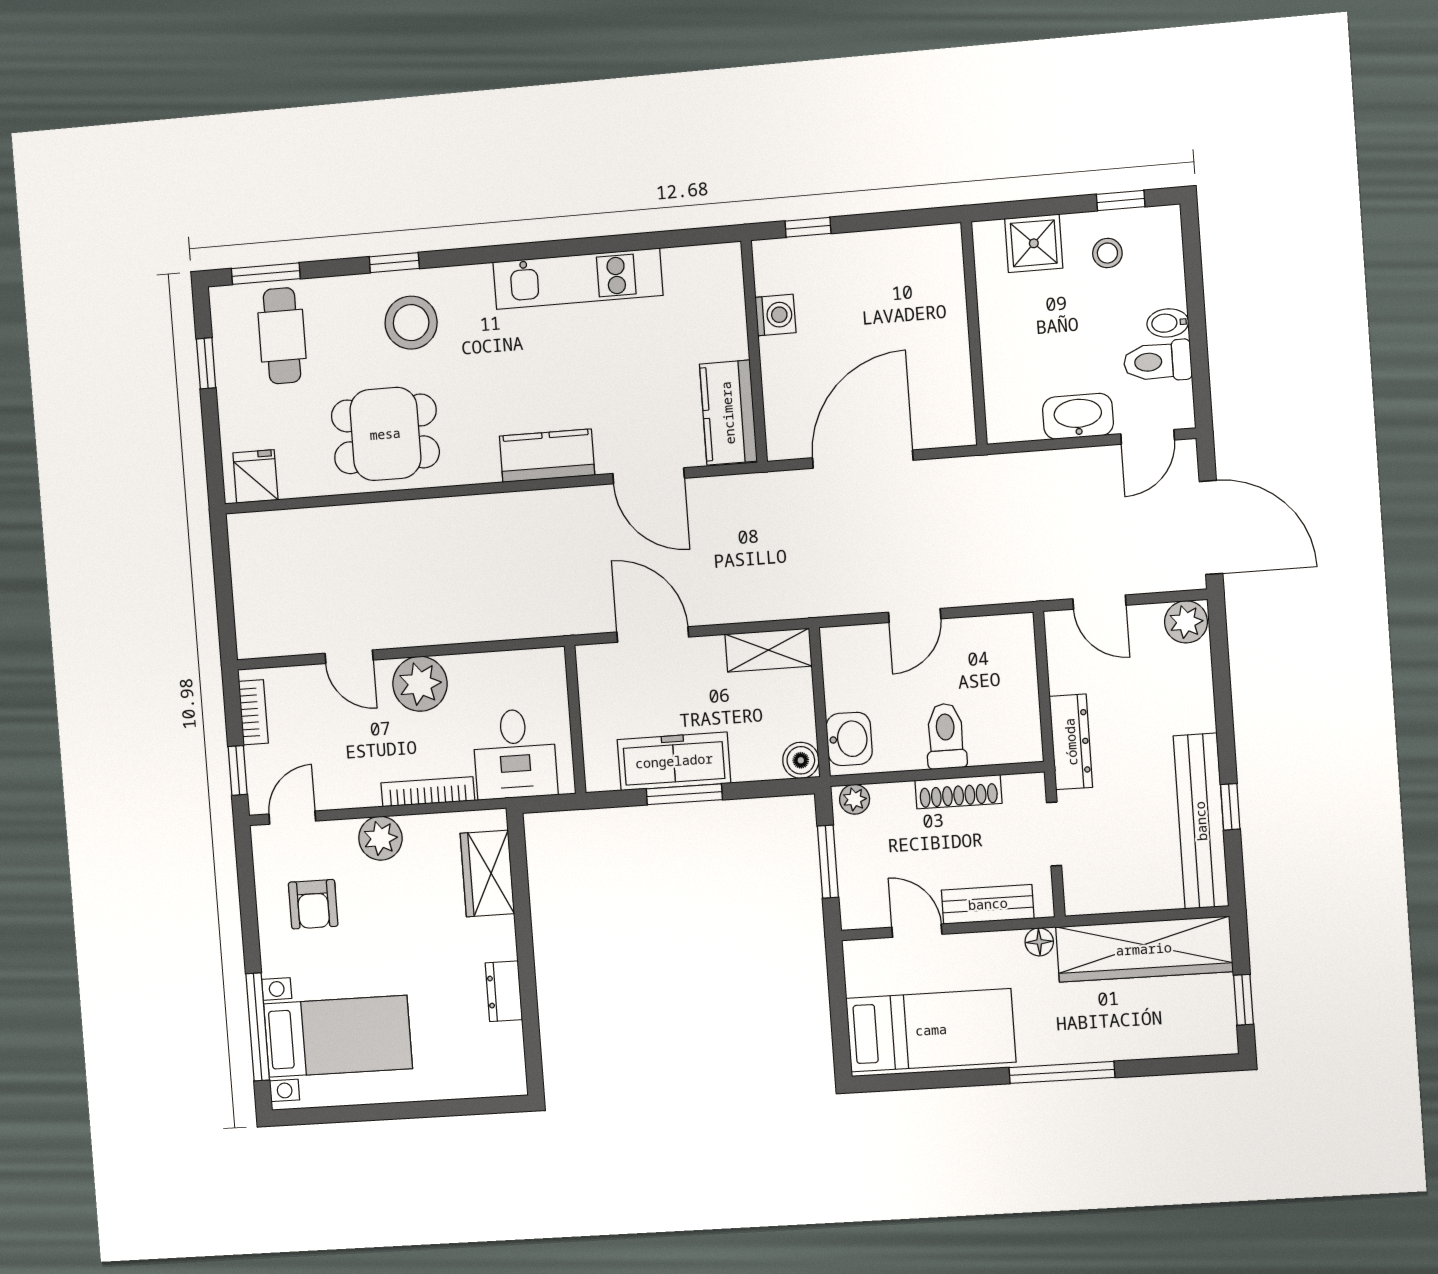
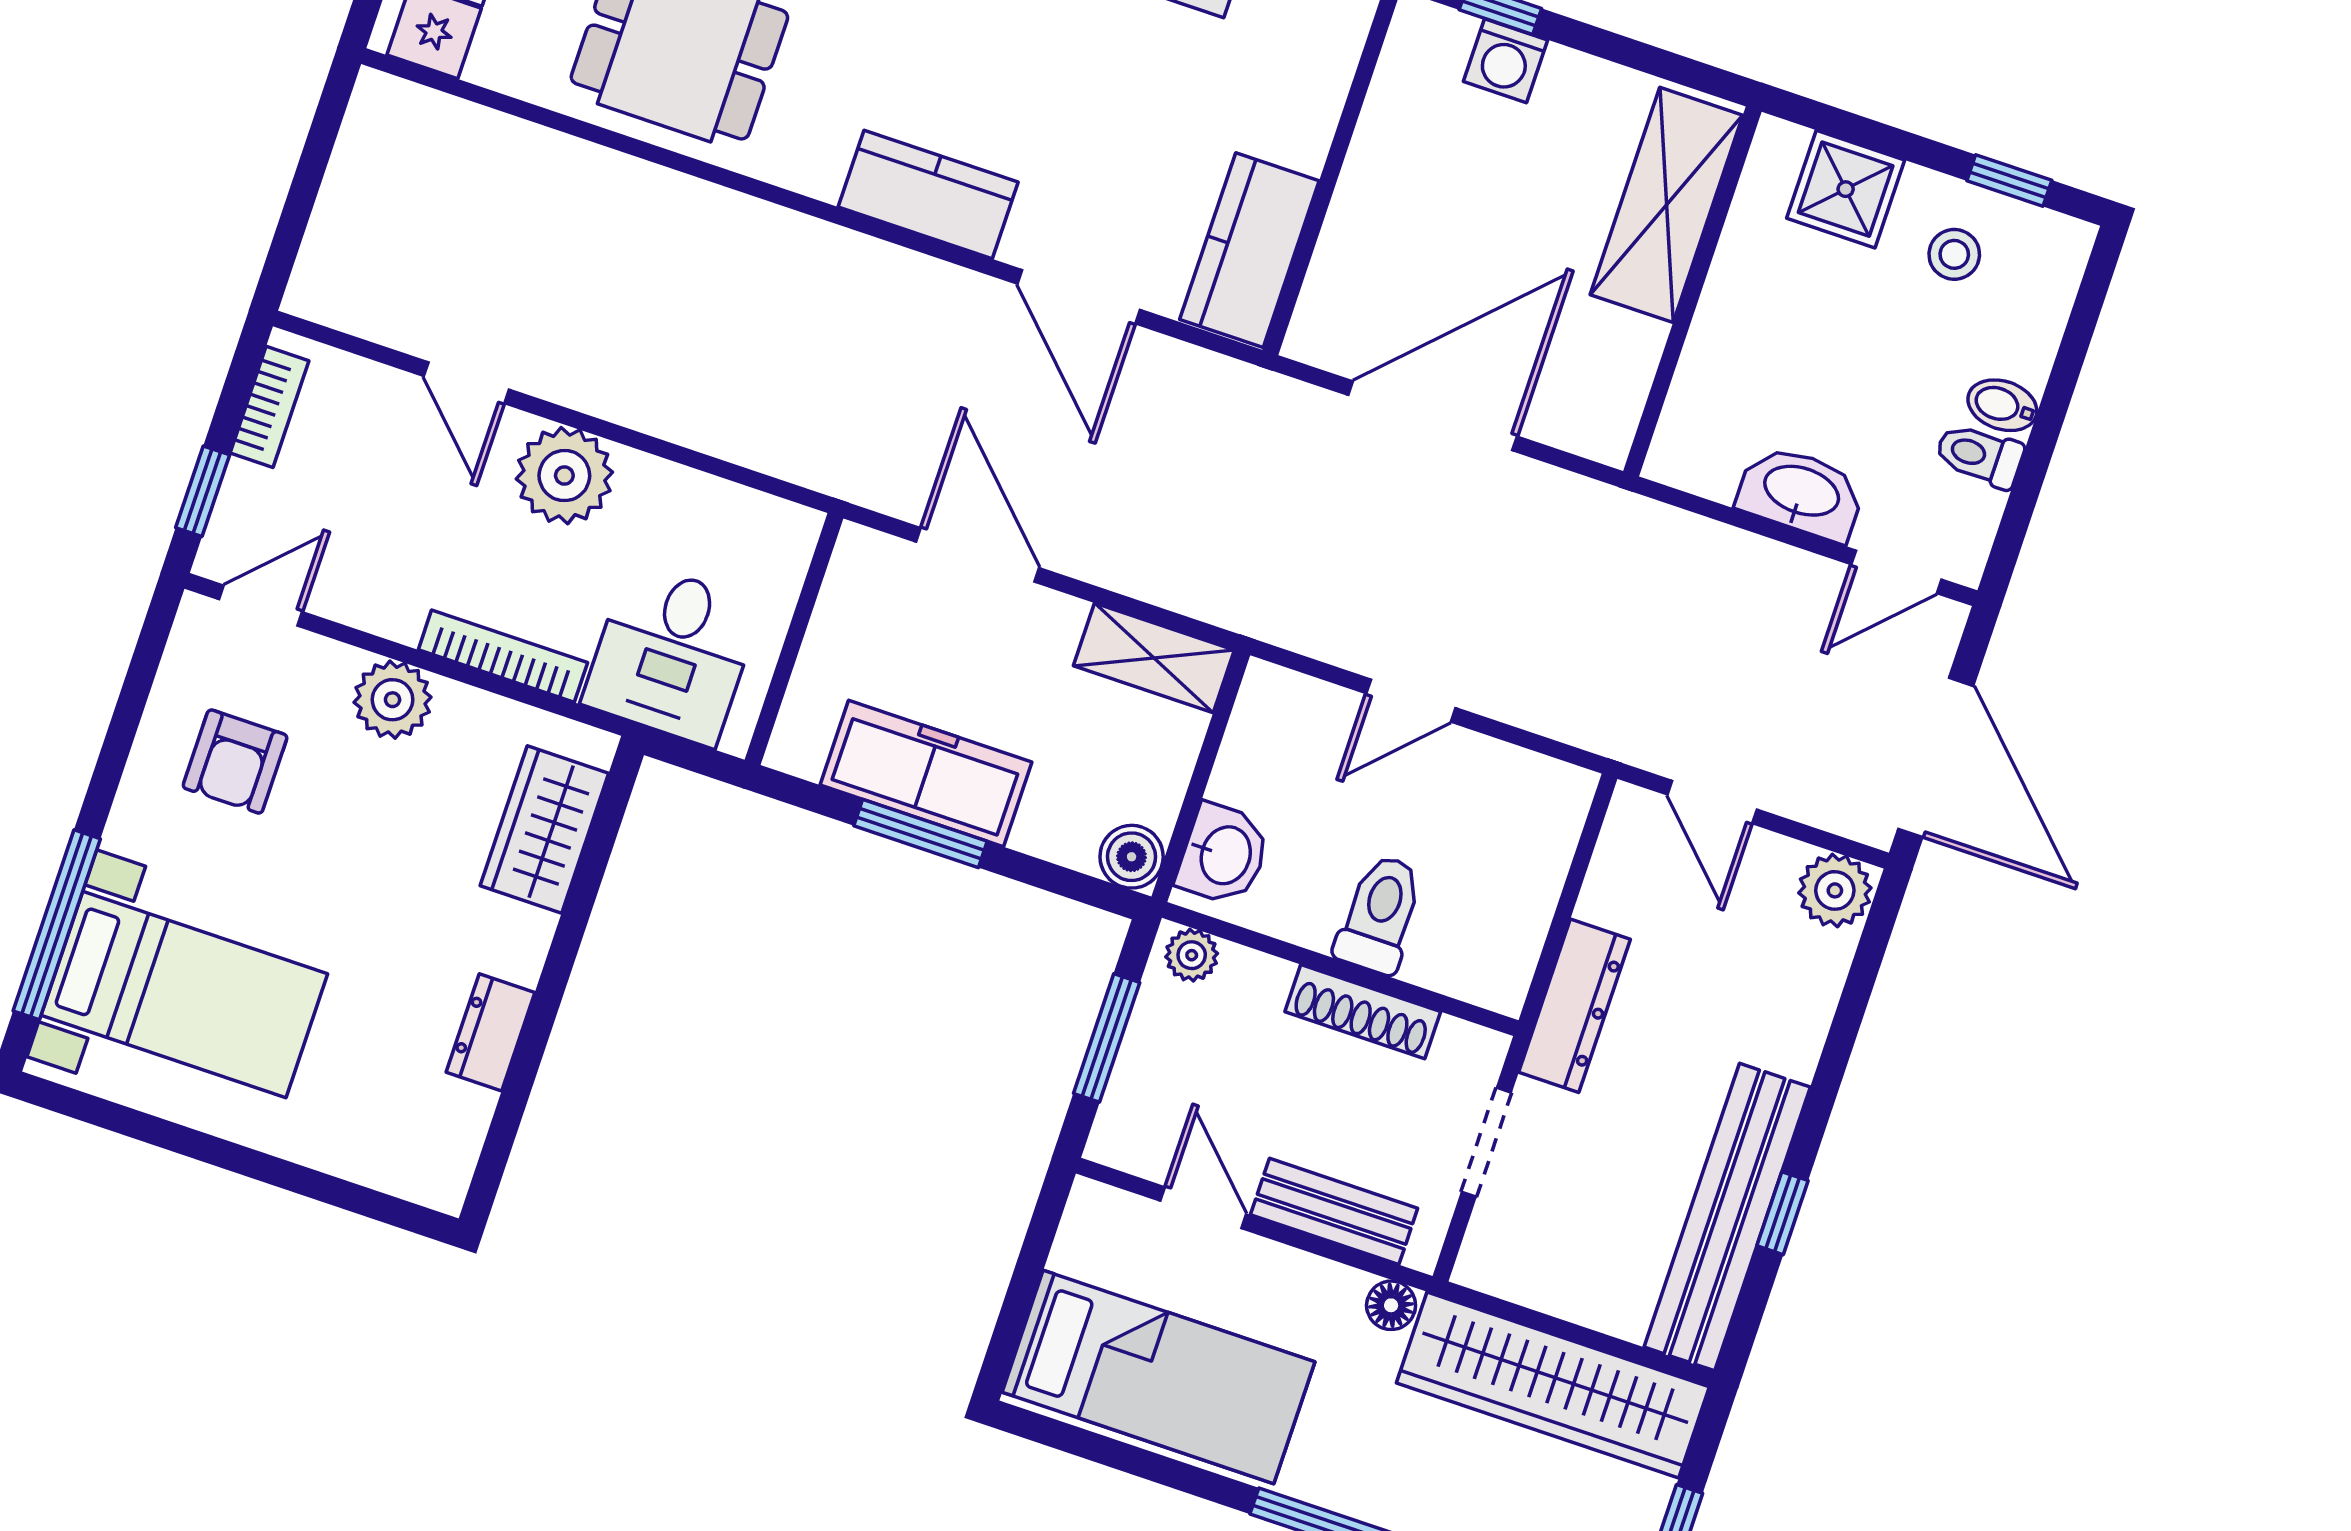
shelving: (941, 293) -> (1667, 205), added
washing machine: (775, 315) -> (1506, 61), moved, turned 90
toilet: (1158, 361) -> (1979, 455), width x0.73, depth x0.72

